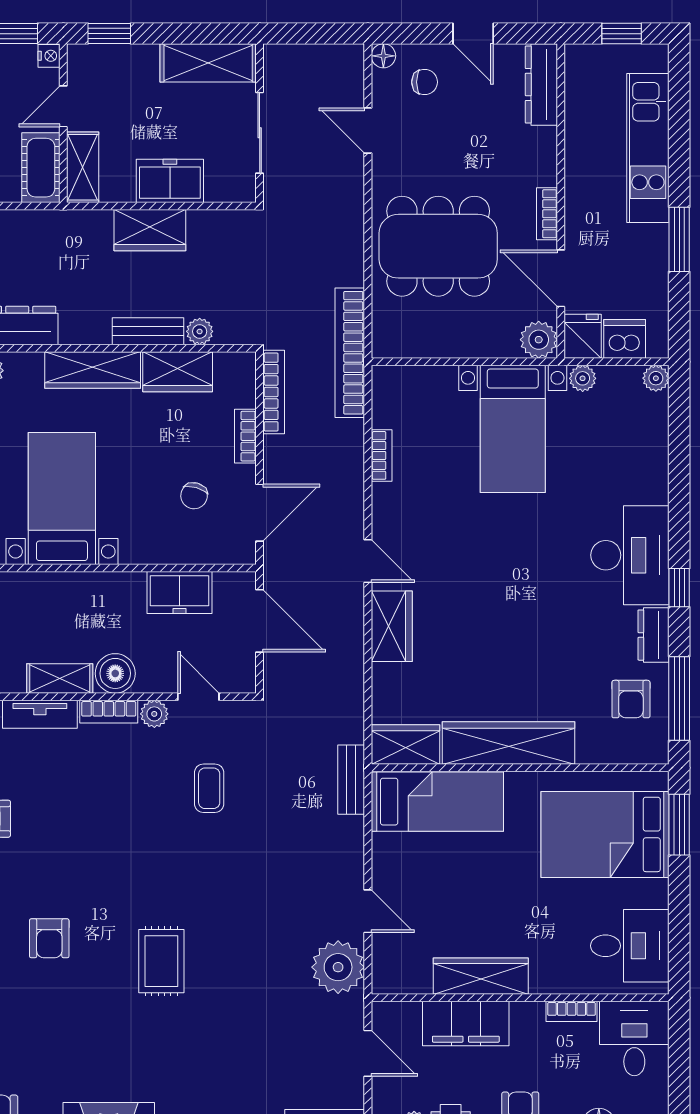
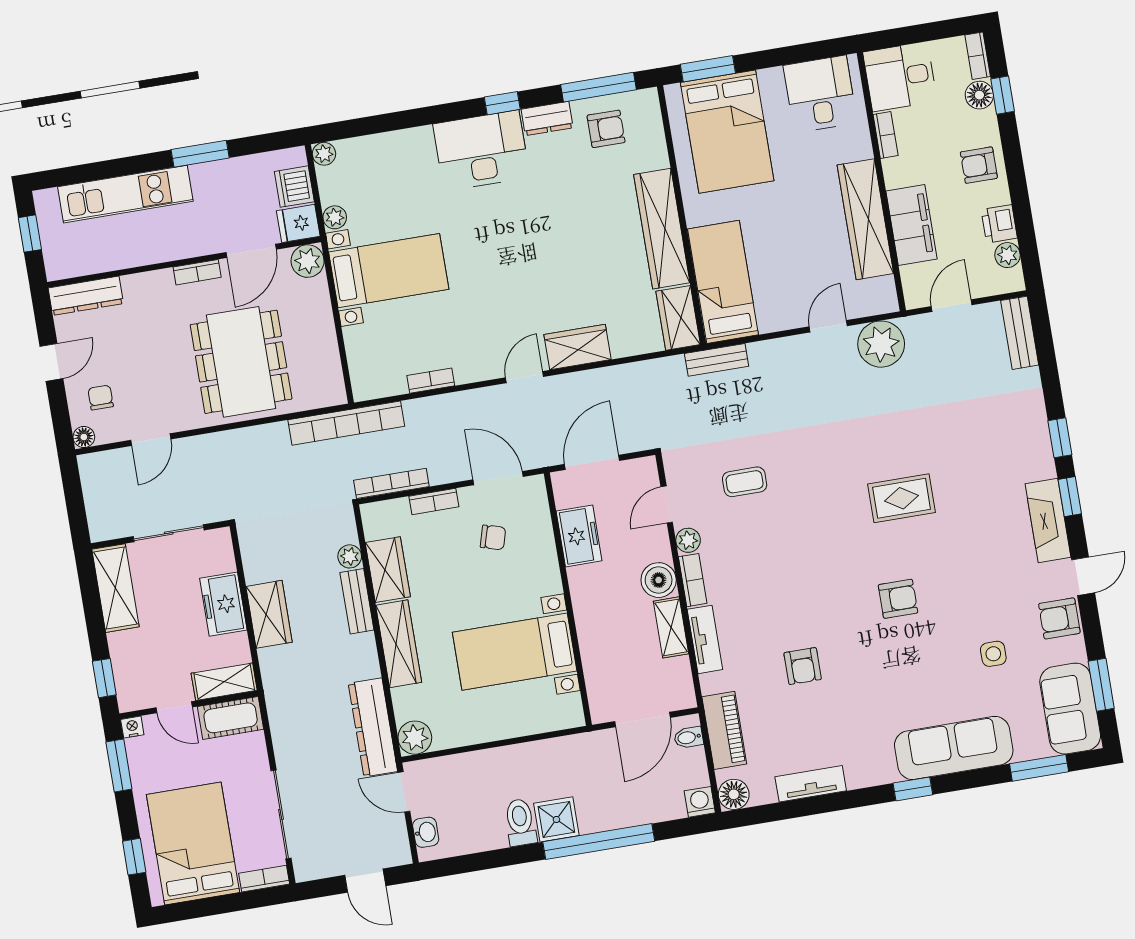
wardrobe: (481, 976) -> (865, 219), width x1.40, depth x1.17

